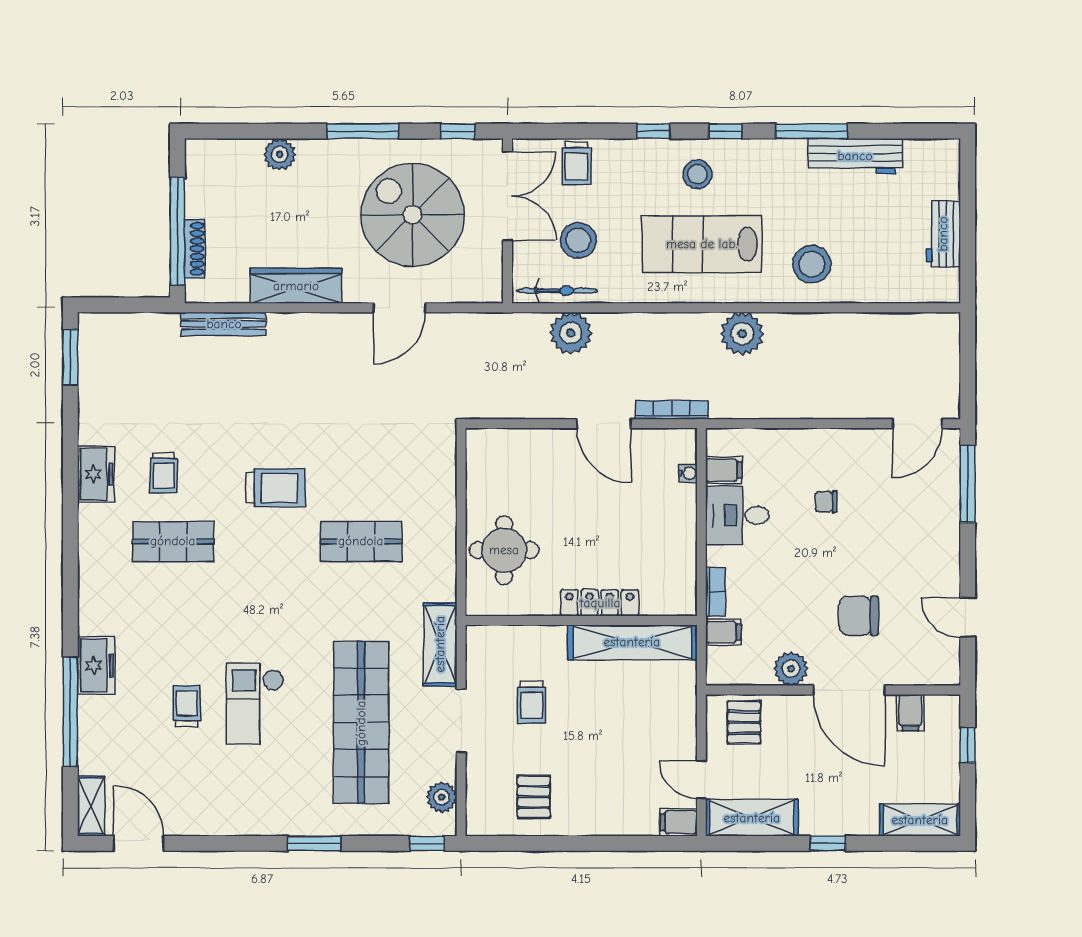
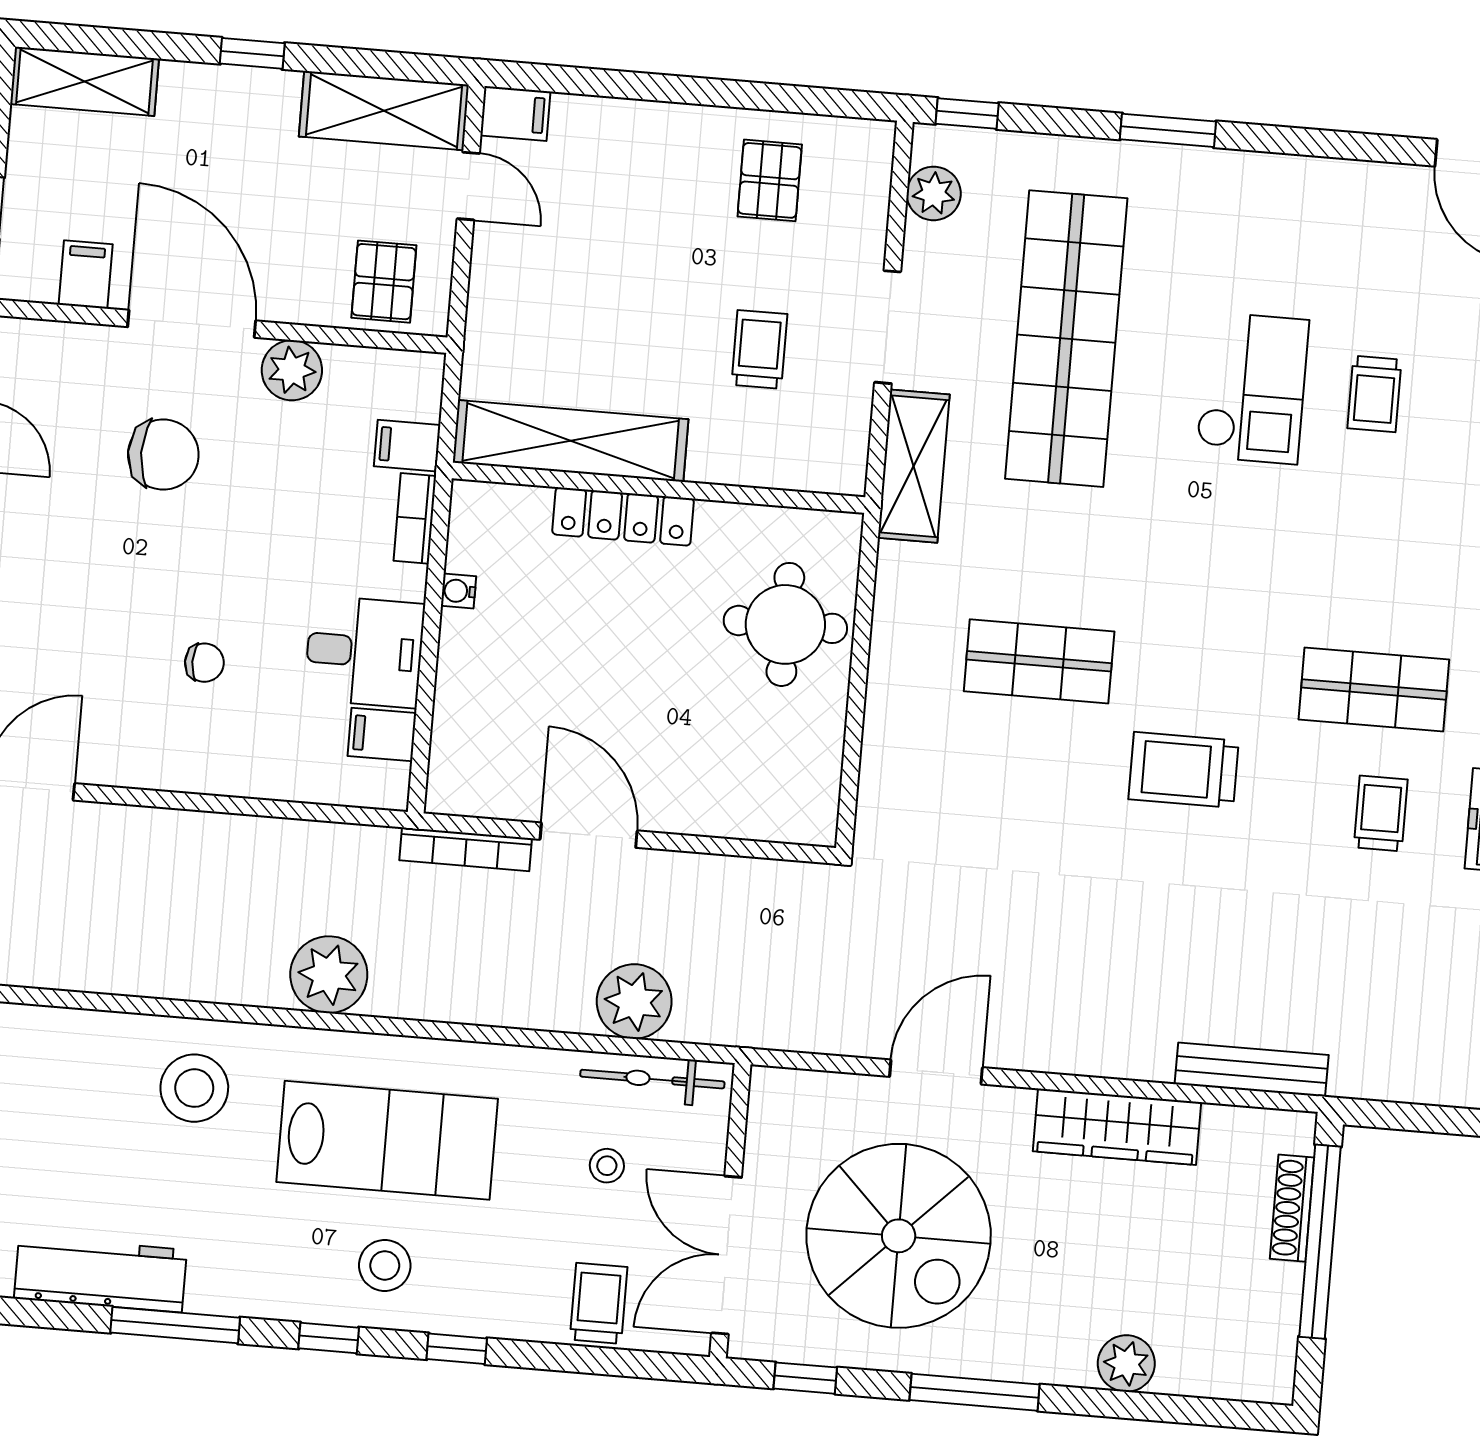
stool: (578, 240) -> (607, 1166), width x0.53, depth x0.53
water cooler: (688, 473) -> (458, 591), moved

